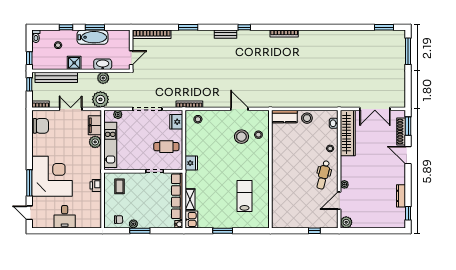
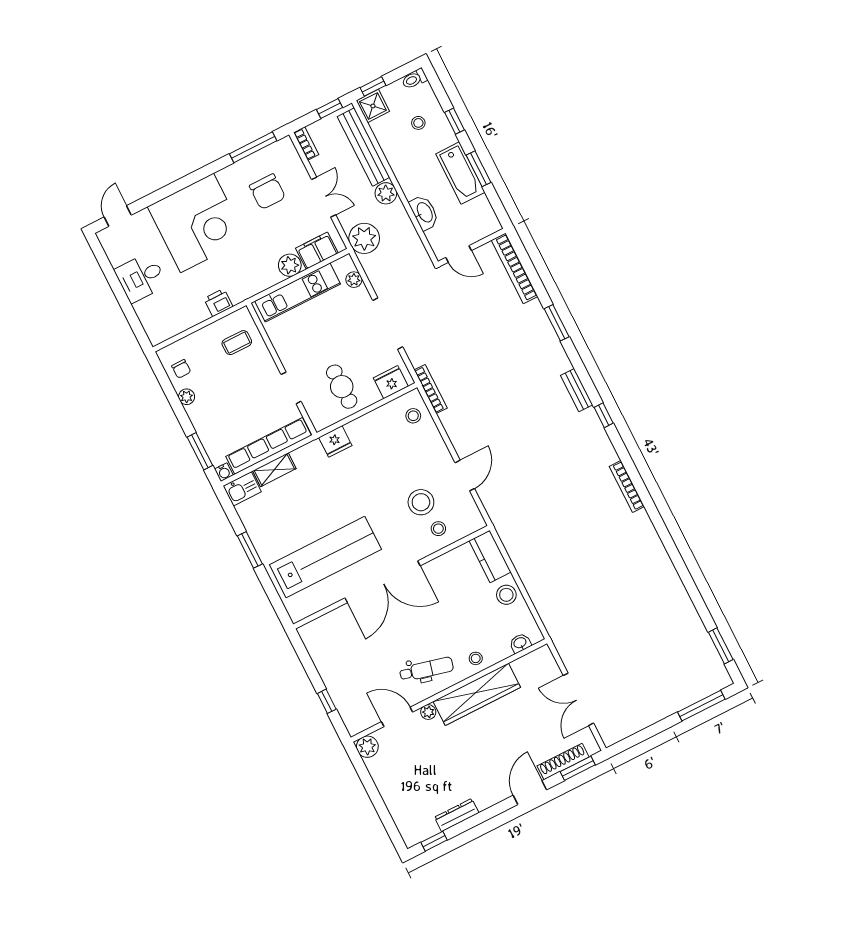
shower: (74, 63) -> (373, 106), moved
plant: (103, 78) -> (386, 193), moved
chair: (41, 126) -> (267, 192), moved
wardrobe: (348, 133) -> (477, 694), moved
double door: (270, 175) -> (383, 582), added
dental chair: (323, 175) -> (426, 669), turned 180
window: (29, 183) -> (253, 147), moved
lab bench: (245, 196) -> (325, 557), width x1.86, depth x1.39
window: (140, 231) -> (200, 451), moved

